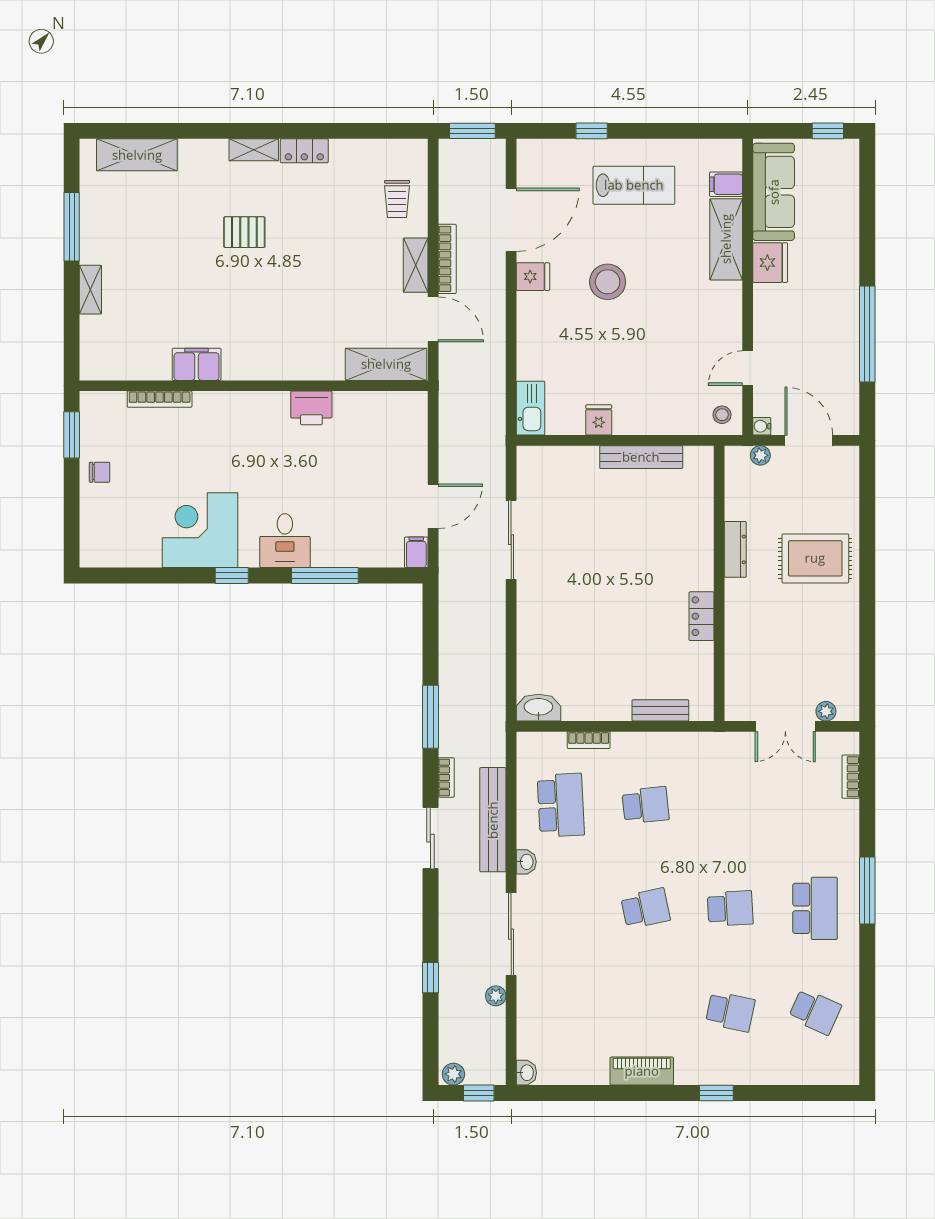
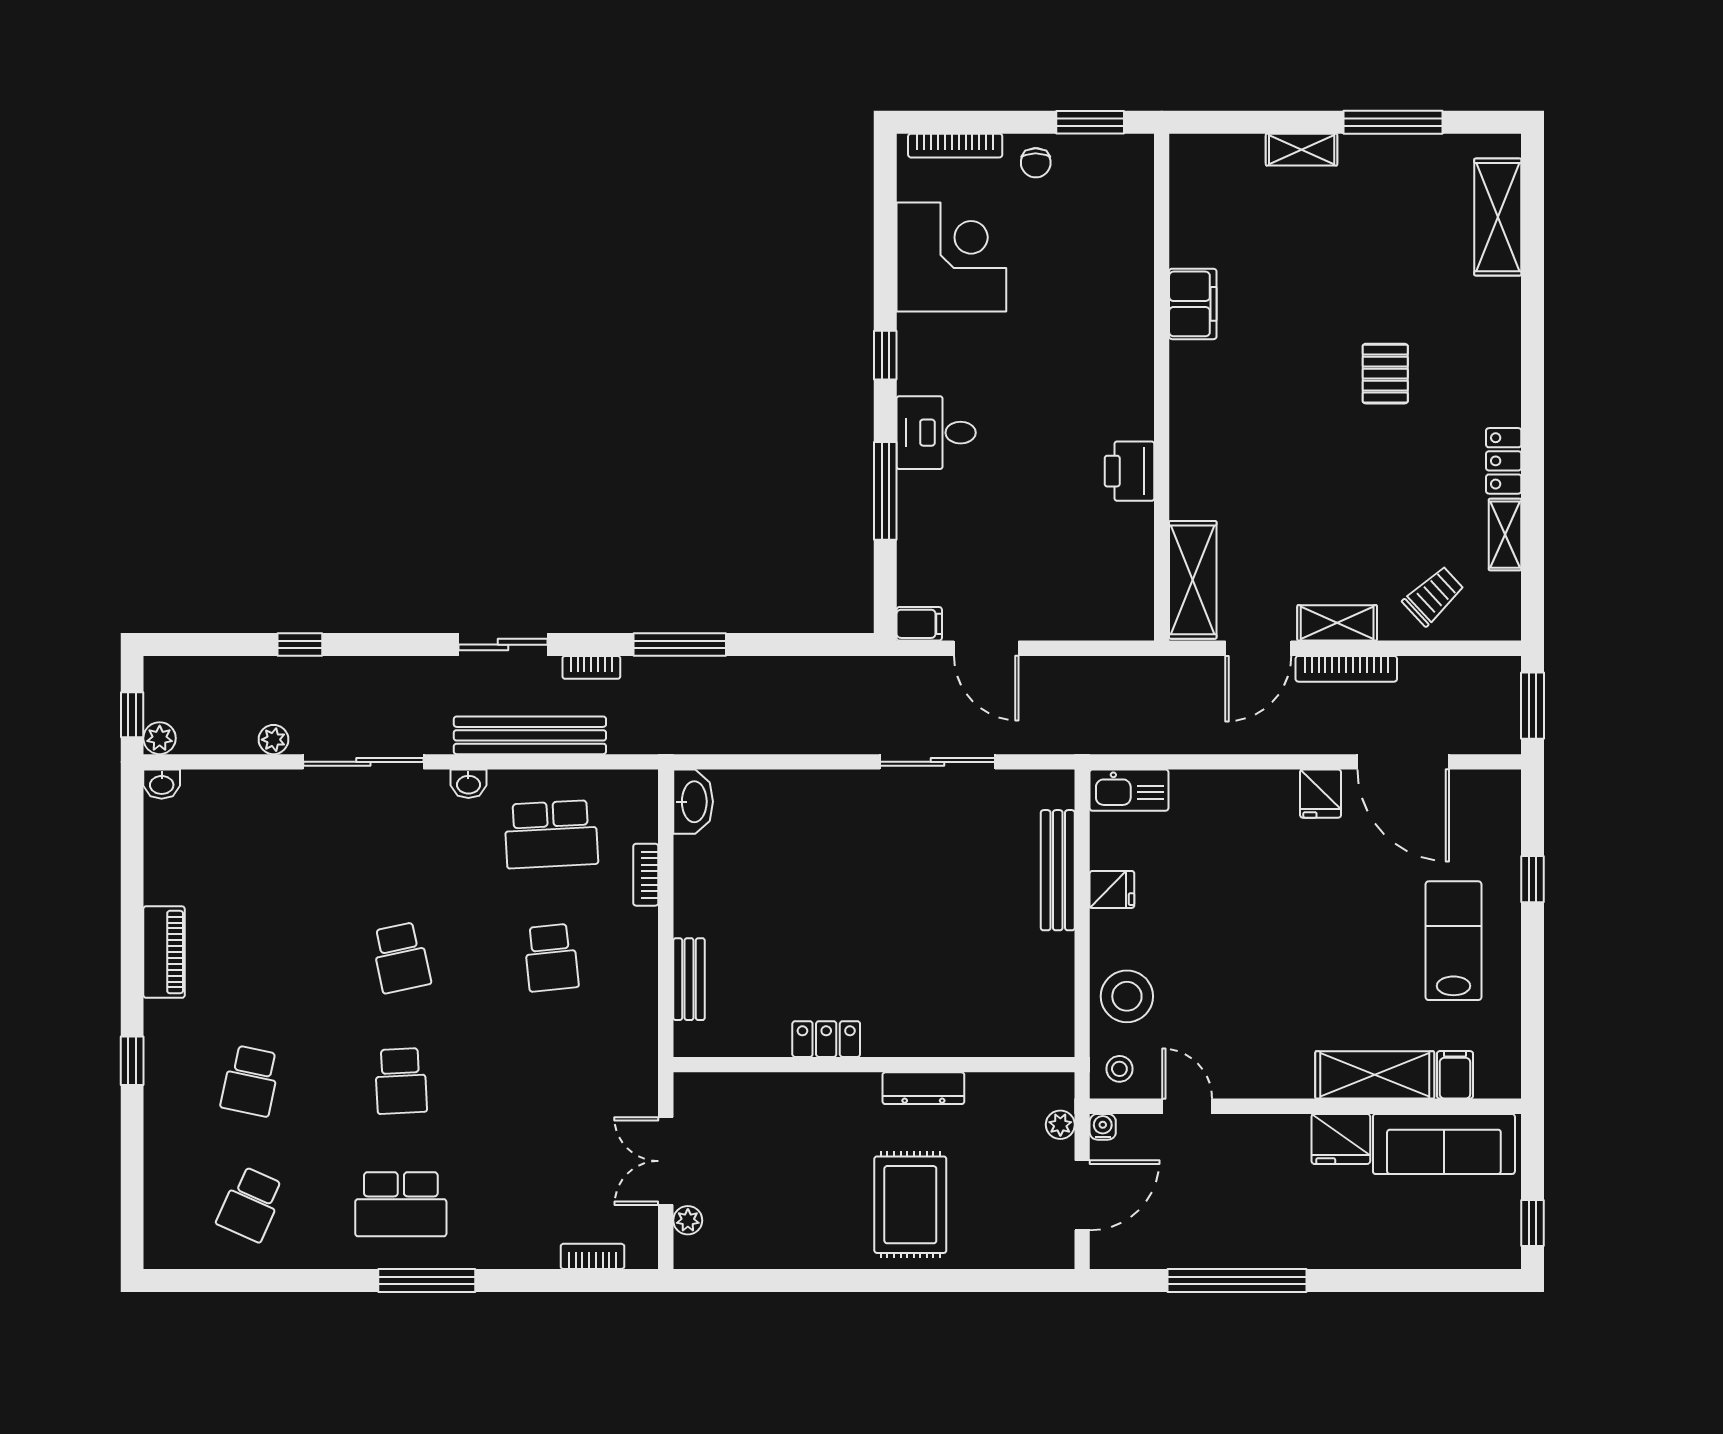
shelving: (254, 150) -> (1505, 535), moved
lab bench: (634, 185) -> (1453, 941), turned 180
trolley: (397, 199) -> (1433, 596), turned 137
stool: (608, 282) -> (1127, 996), moved
bookcase: (160, 399) -> (955, 146), moved, turned -90
bench: (641, 457) -> (1058, 870), moved
corner desk: (200, 530) -> (951, 257), moved
plant: (453, 1074) -> (160, 738), moved

